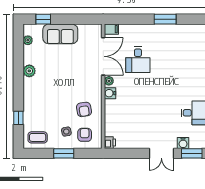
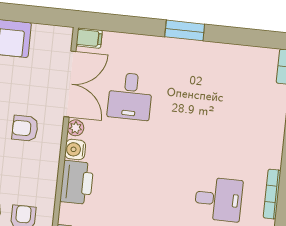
armchair: (84, 109) -> (25, 128), moved, turned 99
printer: (113, 112) -> (77, 182), added

